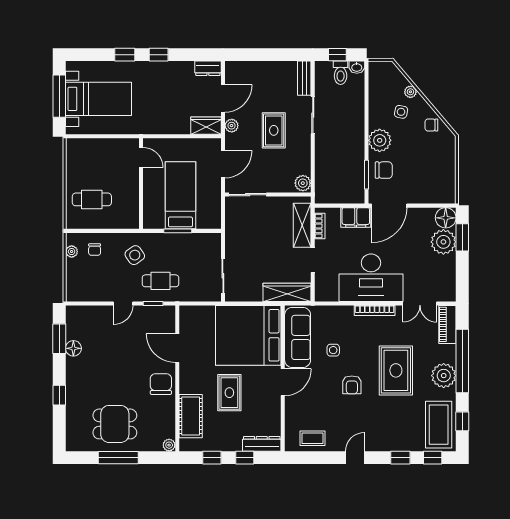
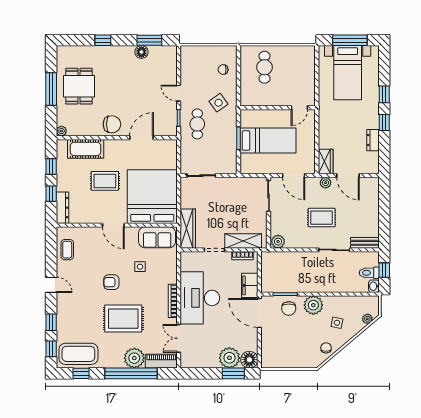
dresser: (208, 68) -> (373, 140), moved
plant: (410, 92) -> (367, 319), moved
plant: (72, 252) -> (221, 50), removed
sofa: (298, 337) -> (157, 237), width x0.73
plant: (444, 376) -> (134, 358), moved

